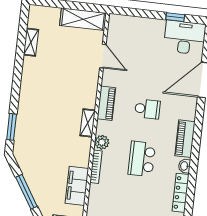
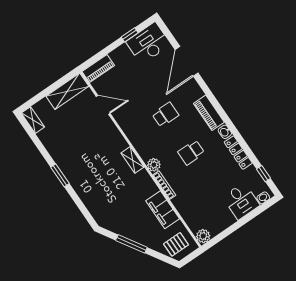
shelving: (31, 42) -> (33, 120), moved
piano: (106, 103) -> (98, 68), moved, turned 90
window: (12, 127) -> (60, 175), moved
school desk: (142, 159) -> (191, 152), width x0.54

